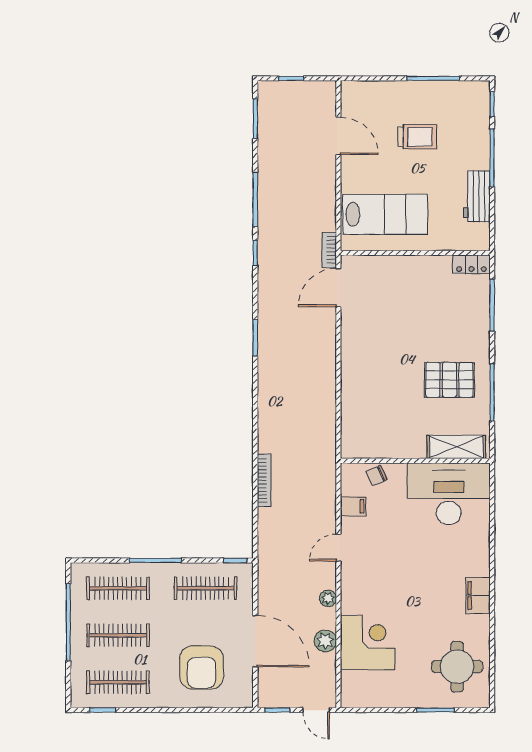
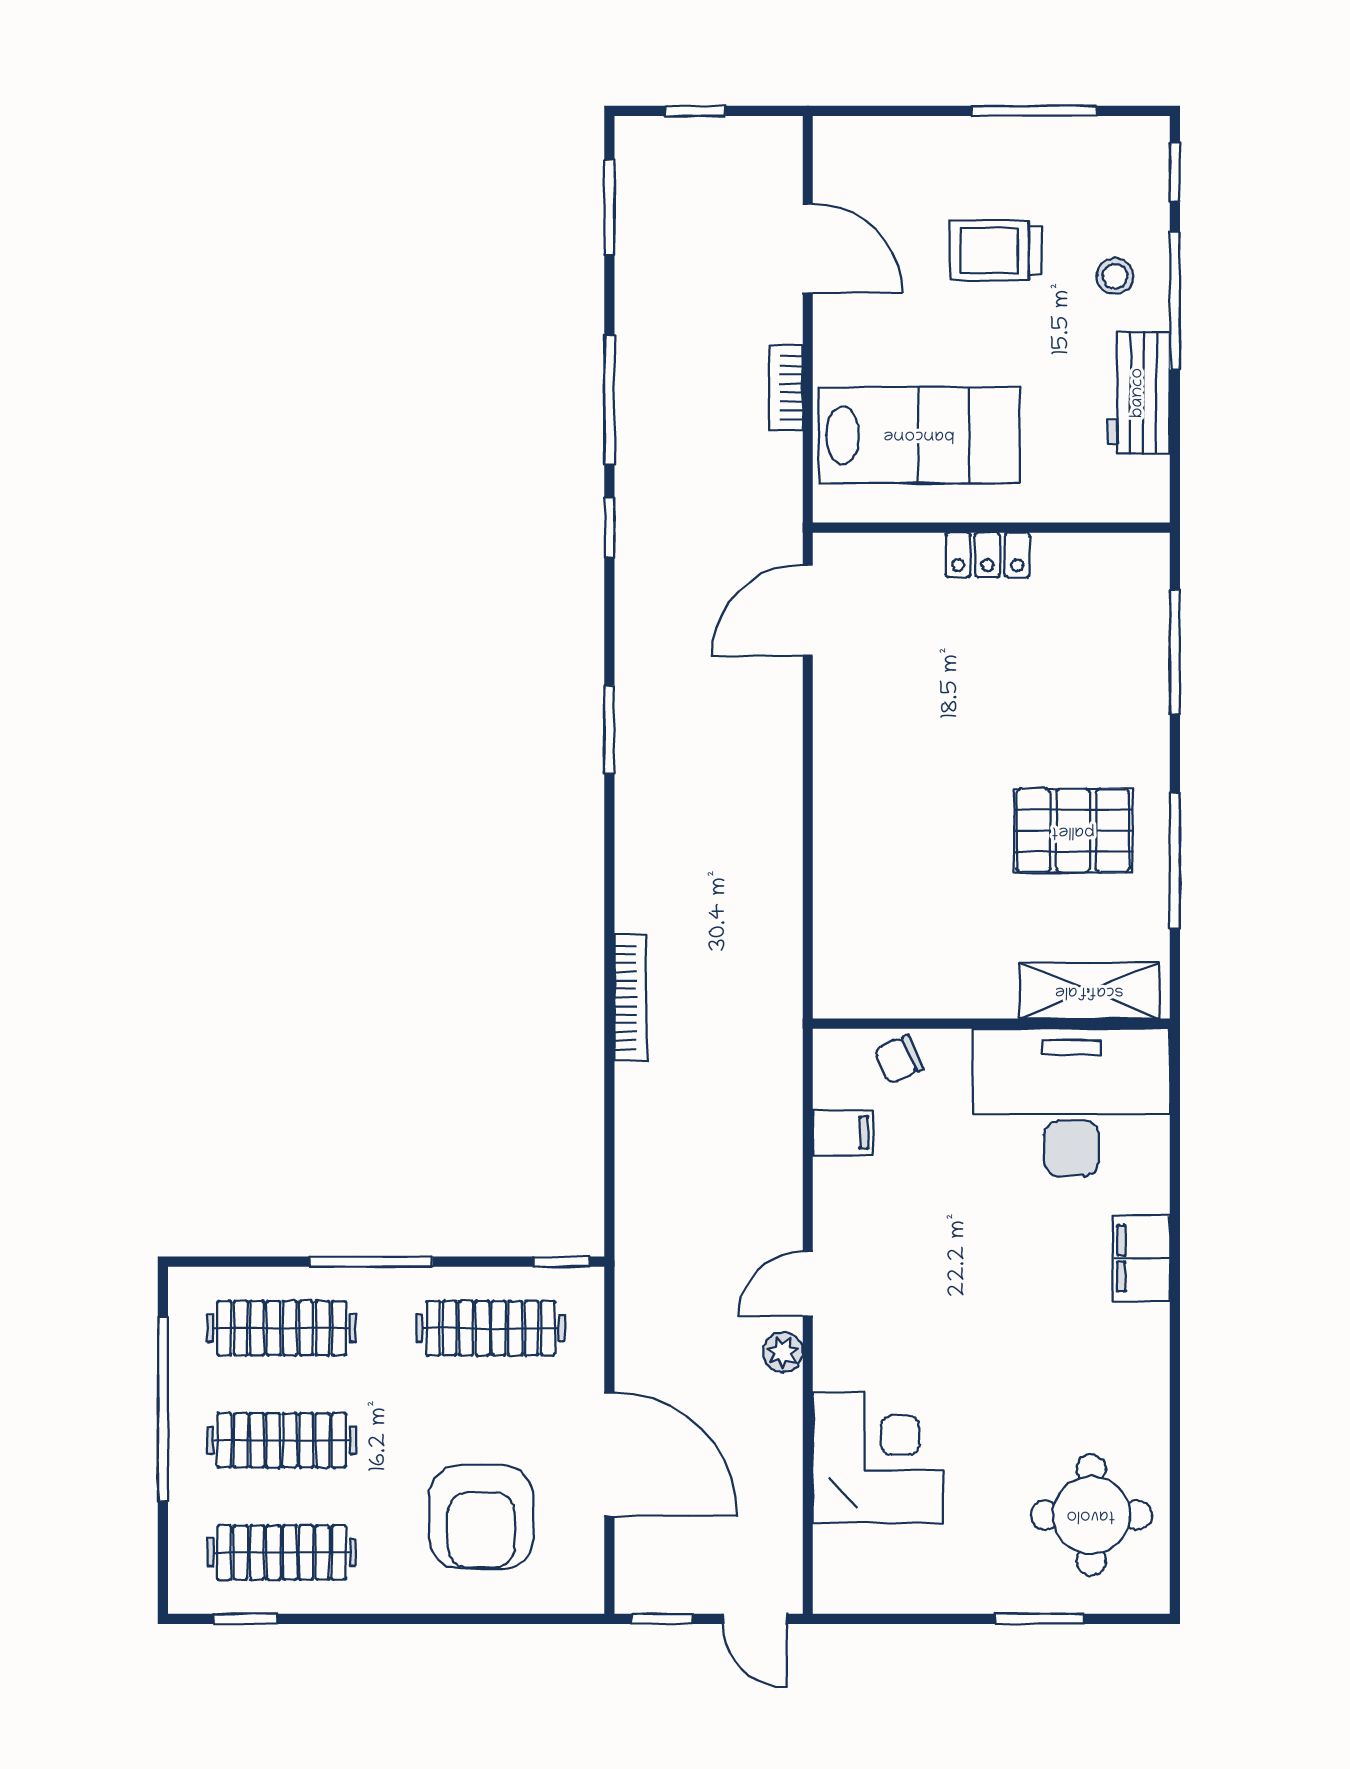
trolley: (417, 137) -> (996, 250), turned 180
stool: (467, 148) -> (1115, 276), added
bookcase: (329, 250) -> (786, 388), moved
locker: (471, 264) -> (987, 555), moved
bookcase: (264, 480) -> (630, 998), moved
door: (338, 548) -> (808, 1284), moved
filing cabinet: (478, 596) -> (1141, 1258), moved
plant: (325, 641) -> (777, 1454), removed

